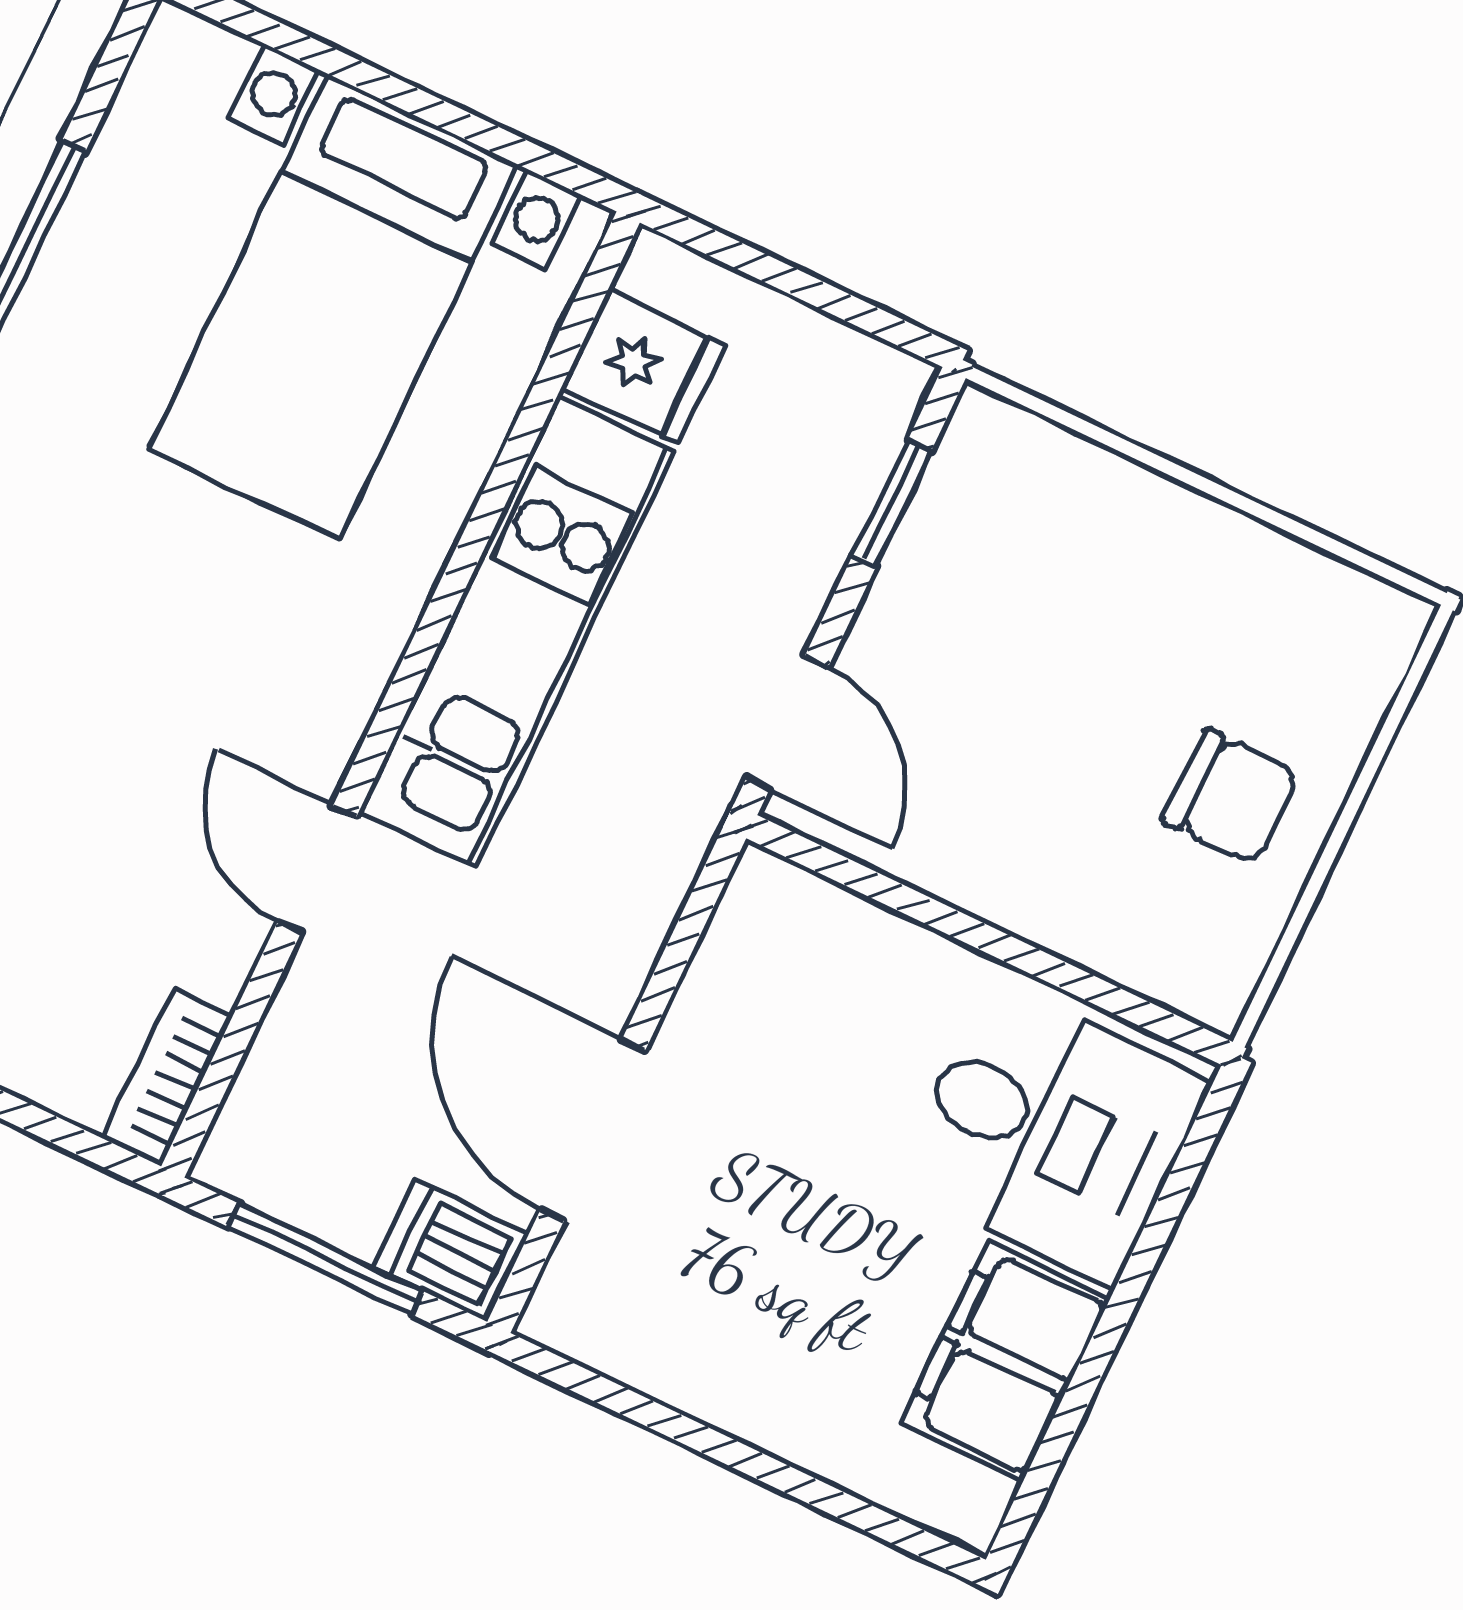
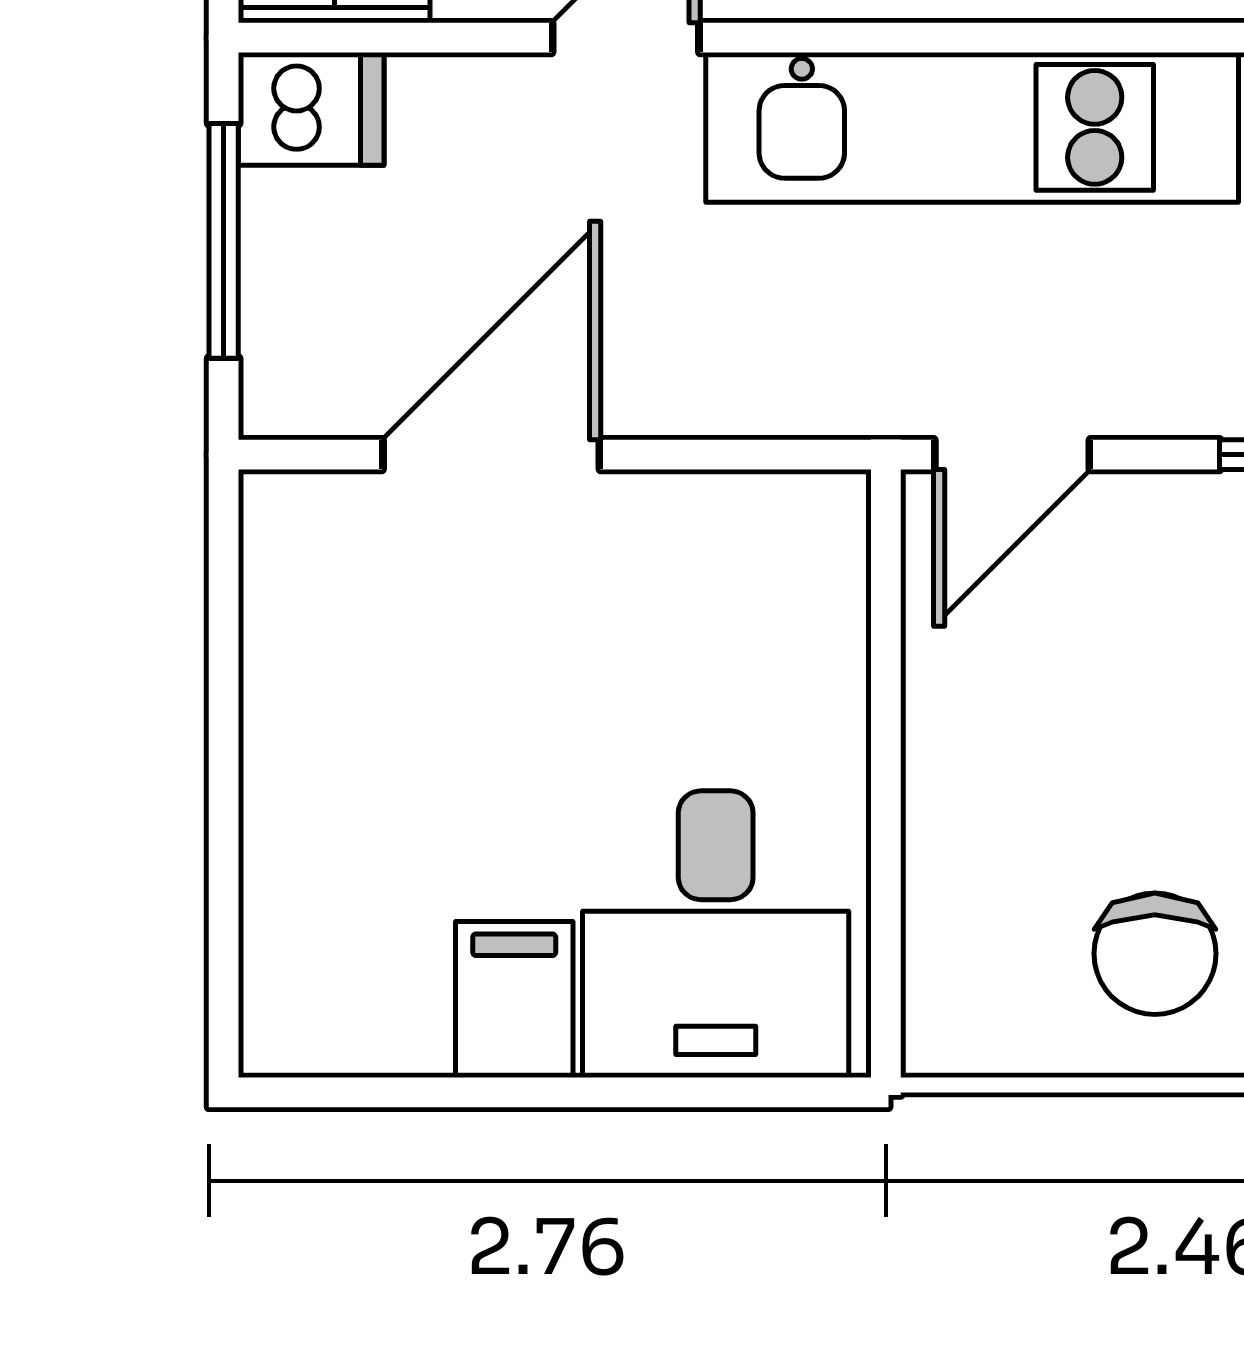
dishwasher: (451, 1251) -> (311, 109), moved, turned 90
filing cabinet: (1006, 1361) -> (514, 999), width x0.50

